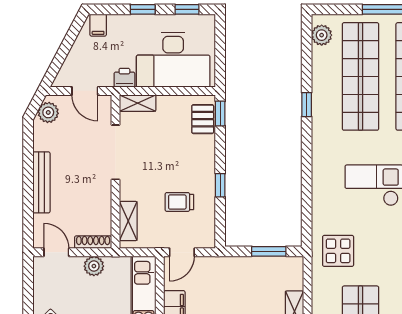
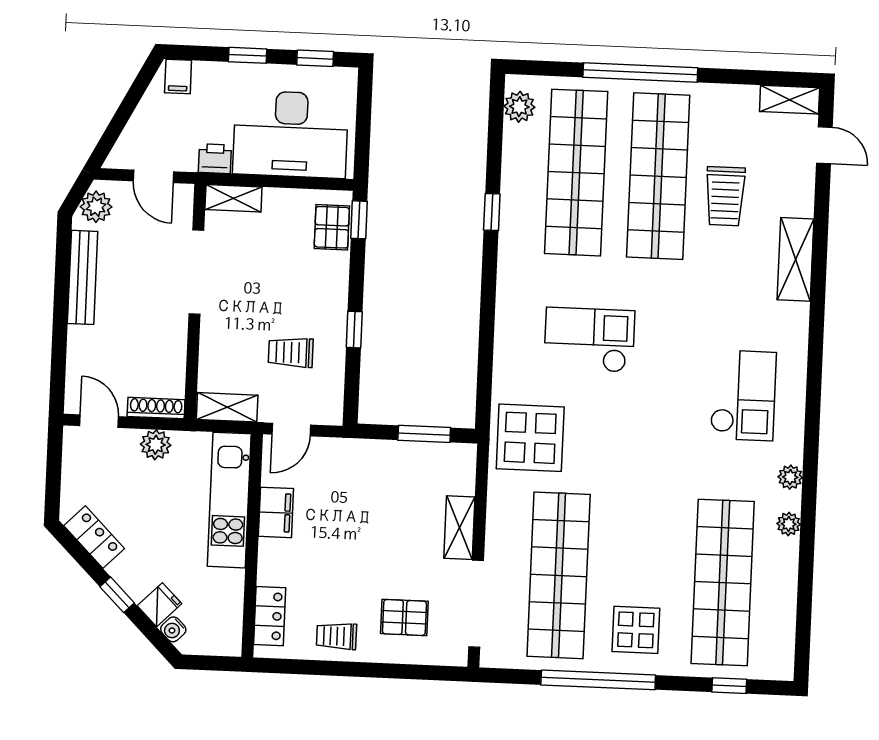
bench: (41, 182) -> (83, 277), moved
shelving: (128, 221) -> (227, 407), moved, turned 90
display table: (338, 251) -> (530, 438), width x1.36, depth x1.36

